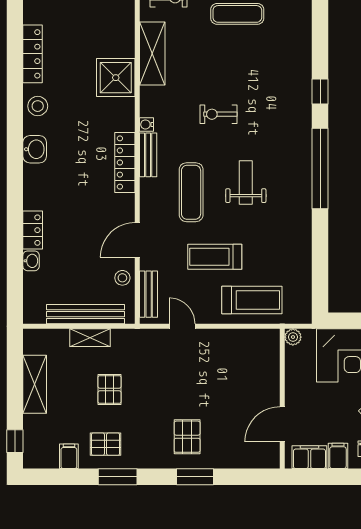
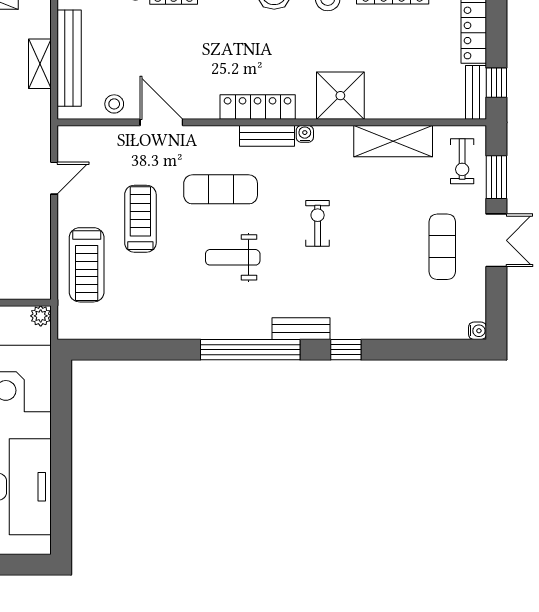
shower: (116, 78) -> (340, 96), moved
weight bench: (246, 183) -> (233, 257), turned 180
bench: (149, 294) -> (301, 329), moved

